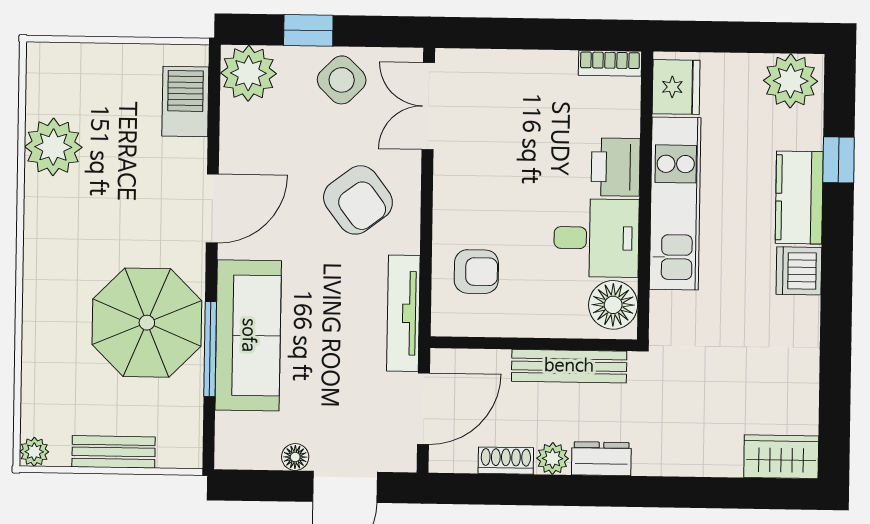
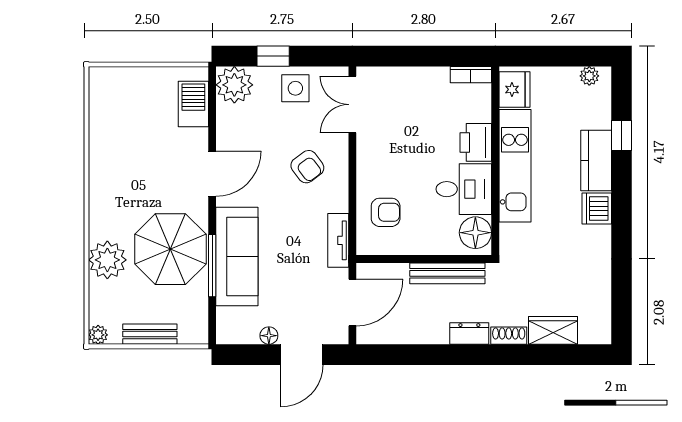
side table: (342, 80) -> (295, 88), turned 45
plant: (791, 81) -> (589, 76), width x0.53, depth x0.53
plant: (53, 147) -> (107, 260), moved
armchair: (358, 200) -> (307, 167), width x0.72, depth x0.72
tv unit: (403, 313) -> (338, 240), width x0.71
wardrobe: (781, 457) -> (553, 330), moved
plant: (553, 458) -> (437, 334), removed
shoe rack: (506, 461) -> (509, 336), moved

